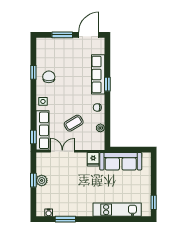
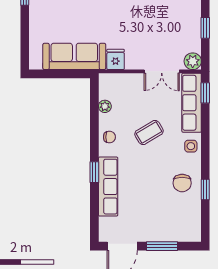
coffee table: (74, 123) -> (149, 132), moved
plant: (42, 180) -> (193, 61), moved

